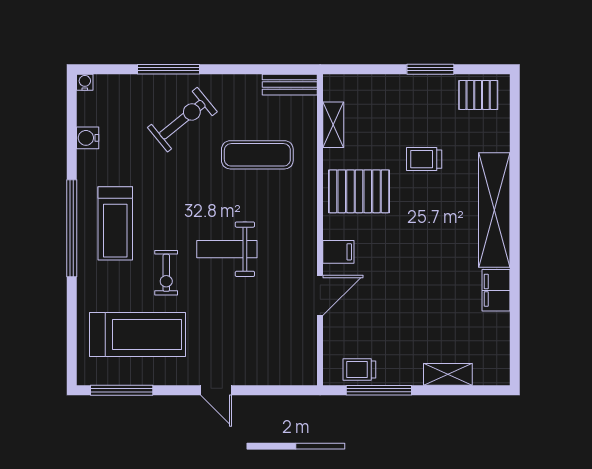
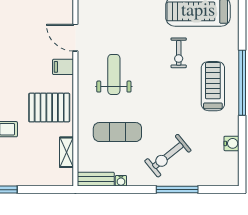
water cooler: (85, 82) -> (121, 181), moved
weight bench: (227, 249) -> (114, 74), moved, turned -90
exercise bike: (166, 273) -> (179, 53), turned 180
door: (320, 295) -> (75, 38), hinge flipped

